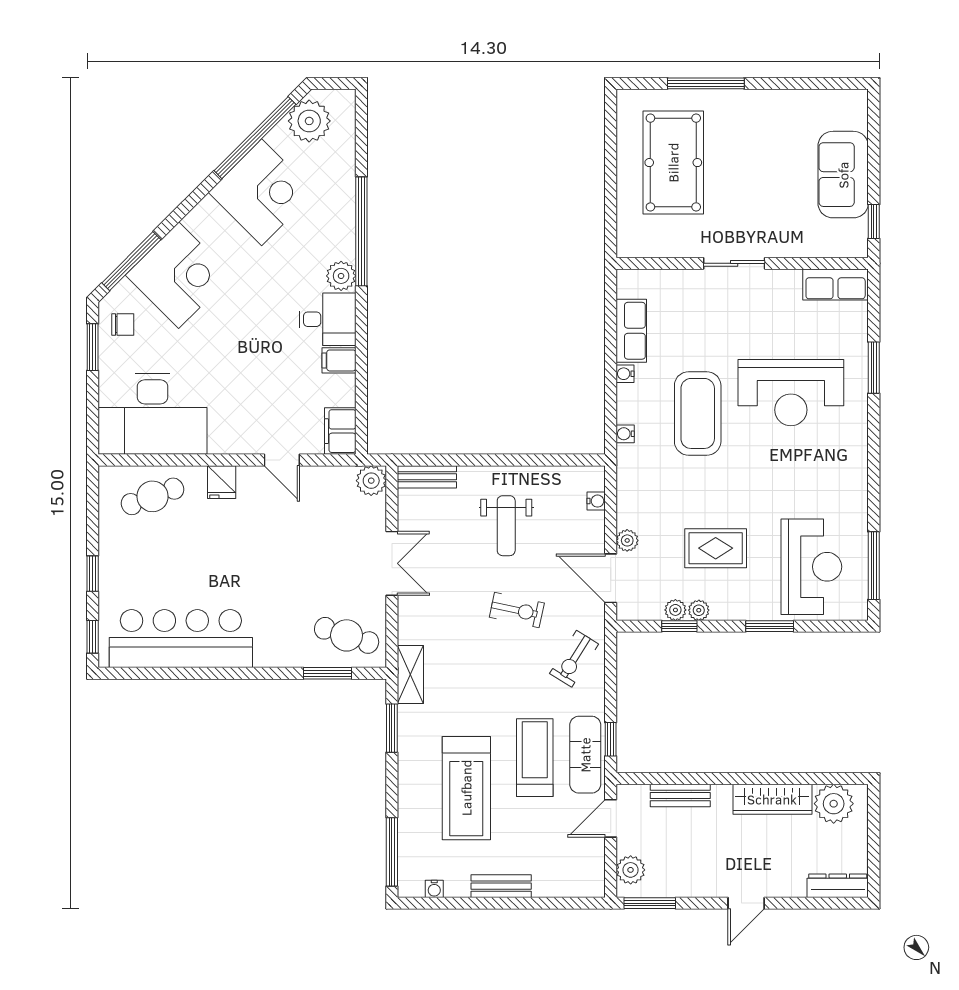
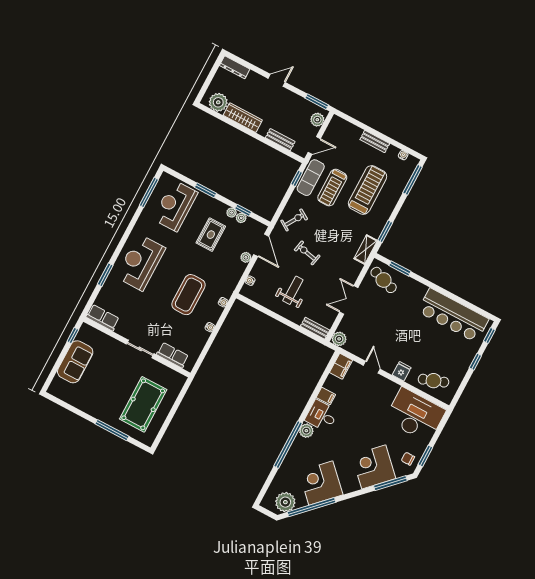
row of seats: (631, 331) -> (173, 355), moved, turned 90
reception desk: (791, 393) -> (141, 262), moved, turned -90
rug: (716, 548) -> (211, 235), turned 90

